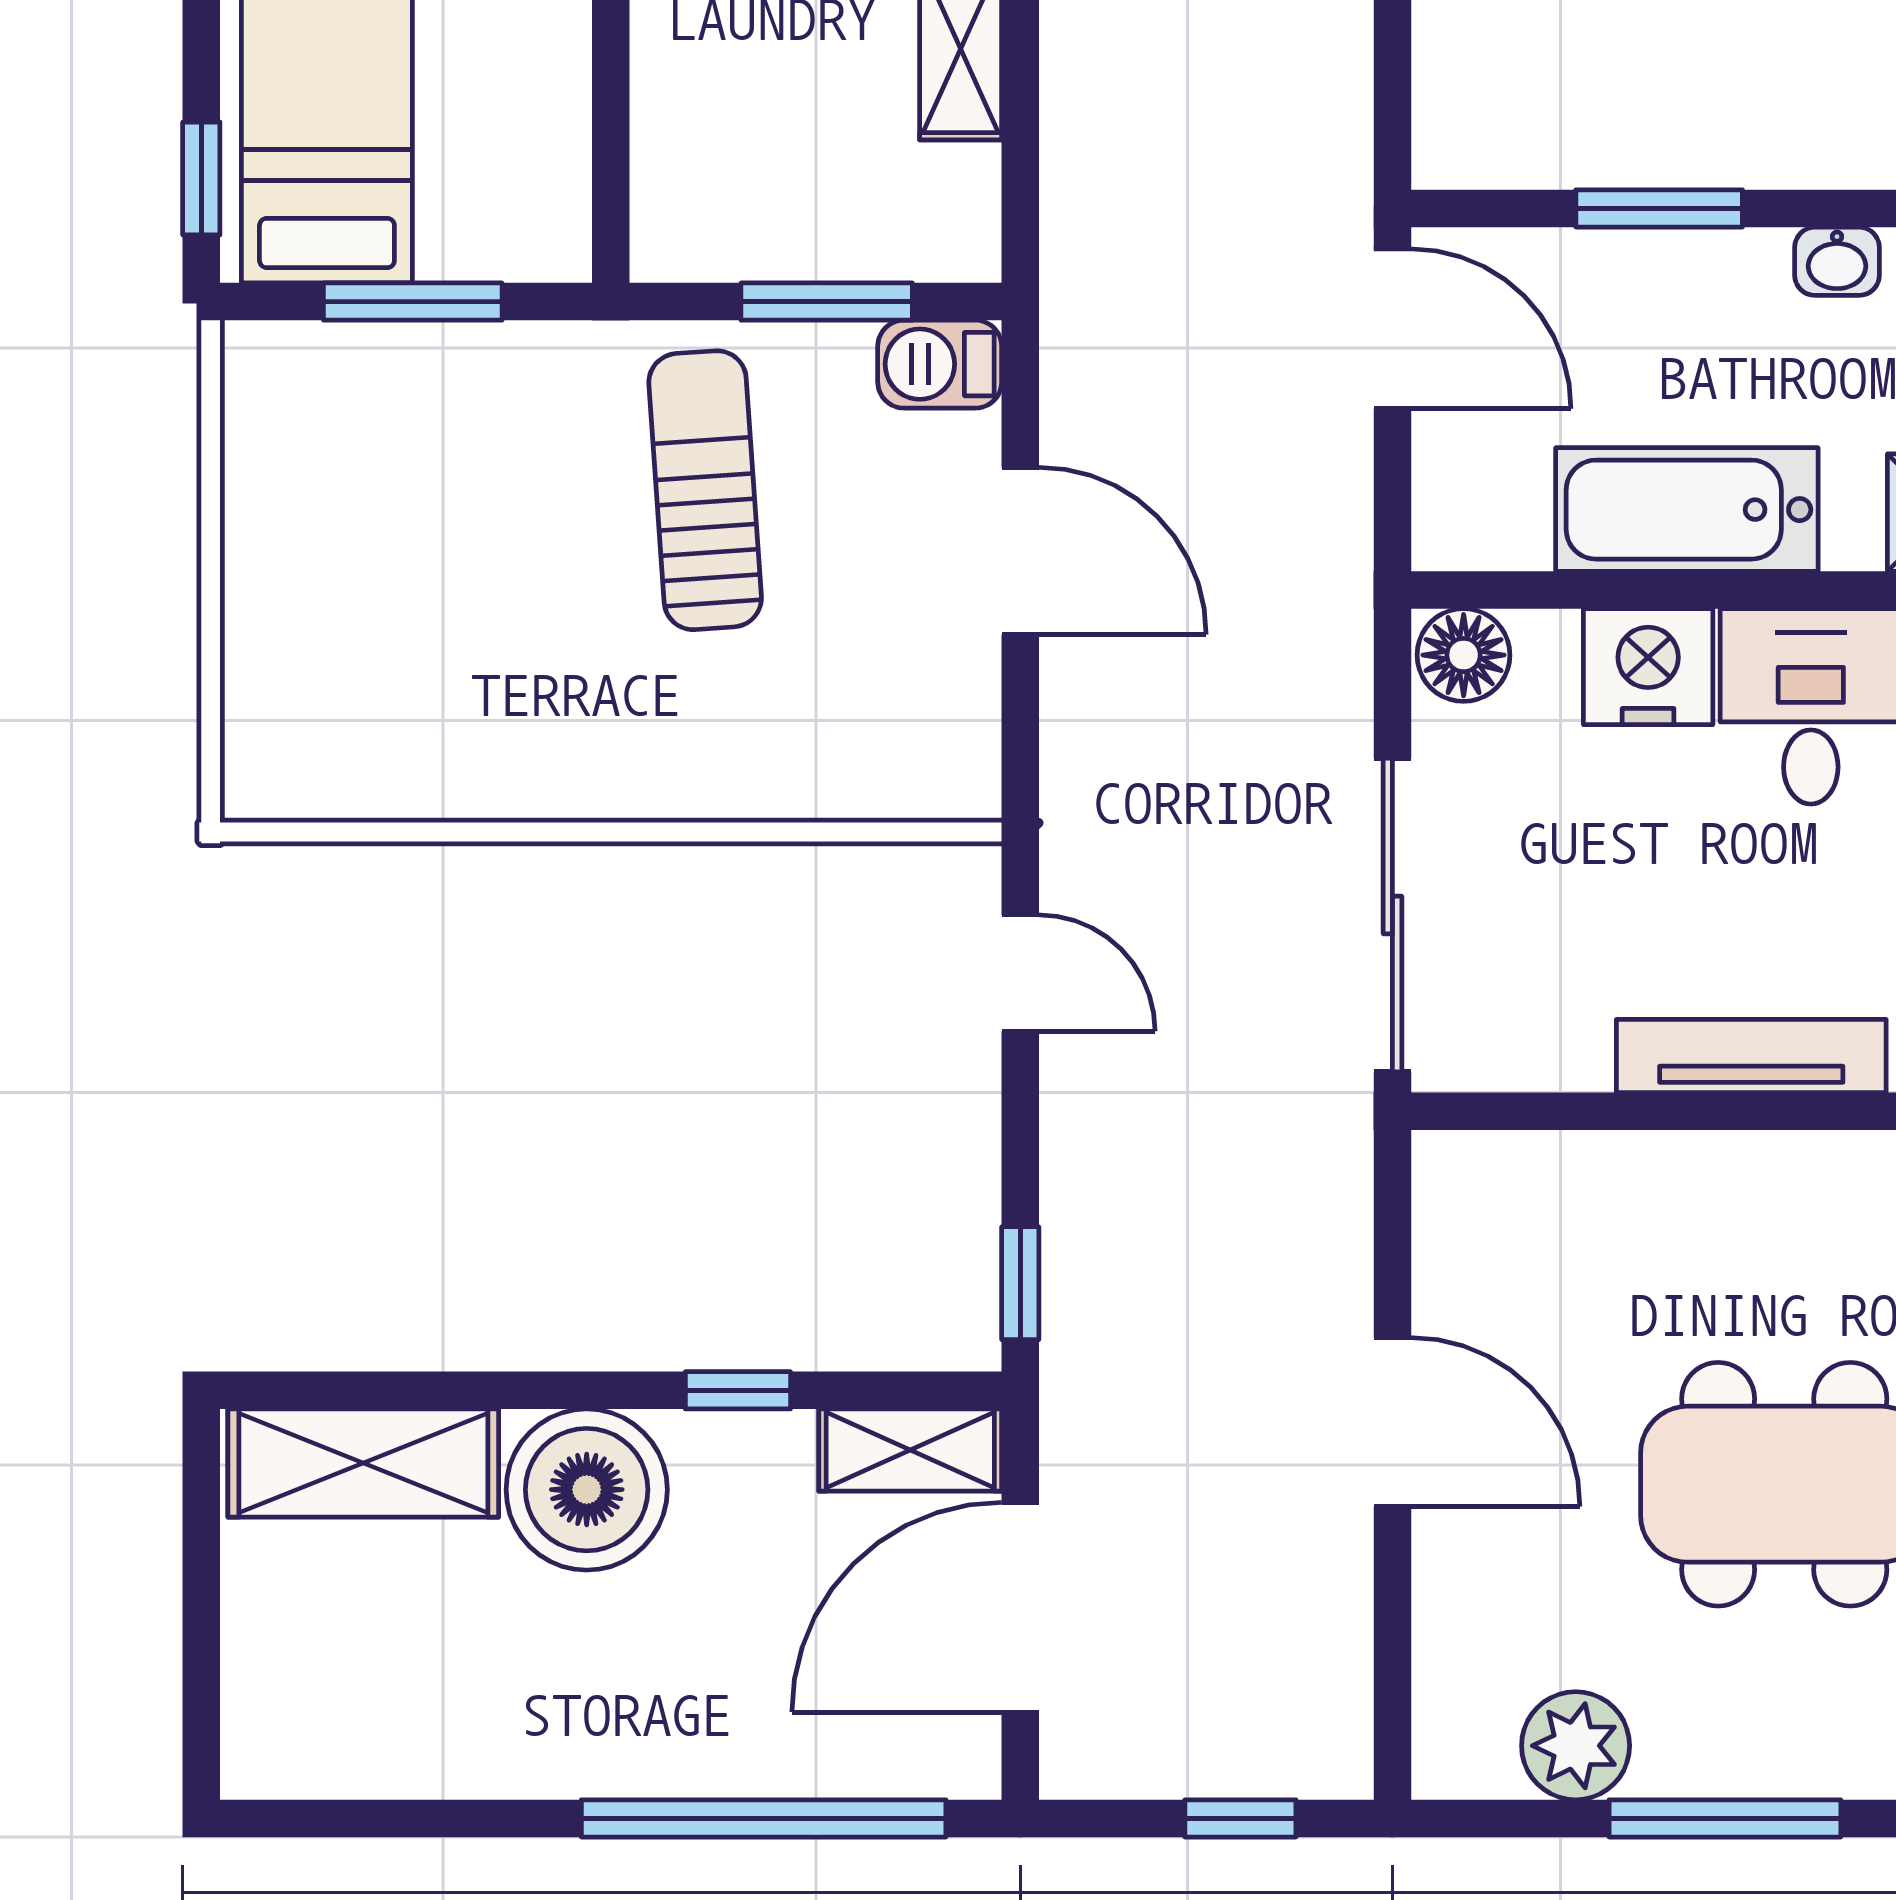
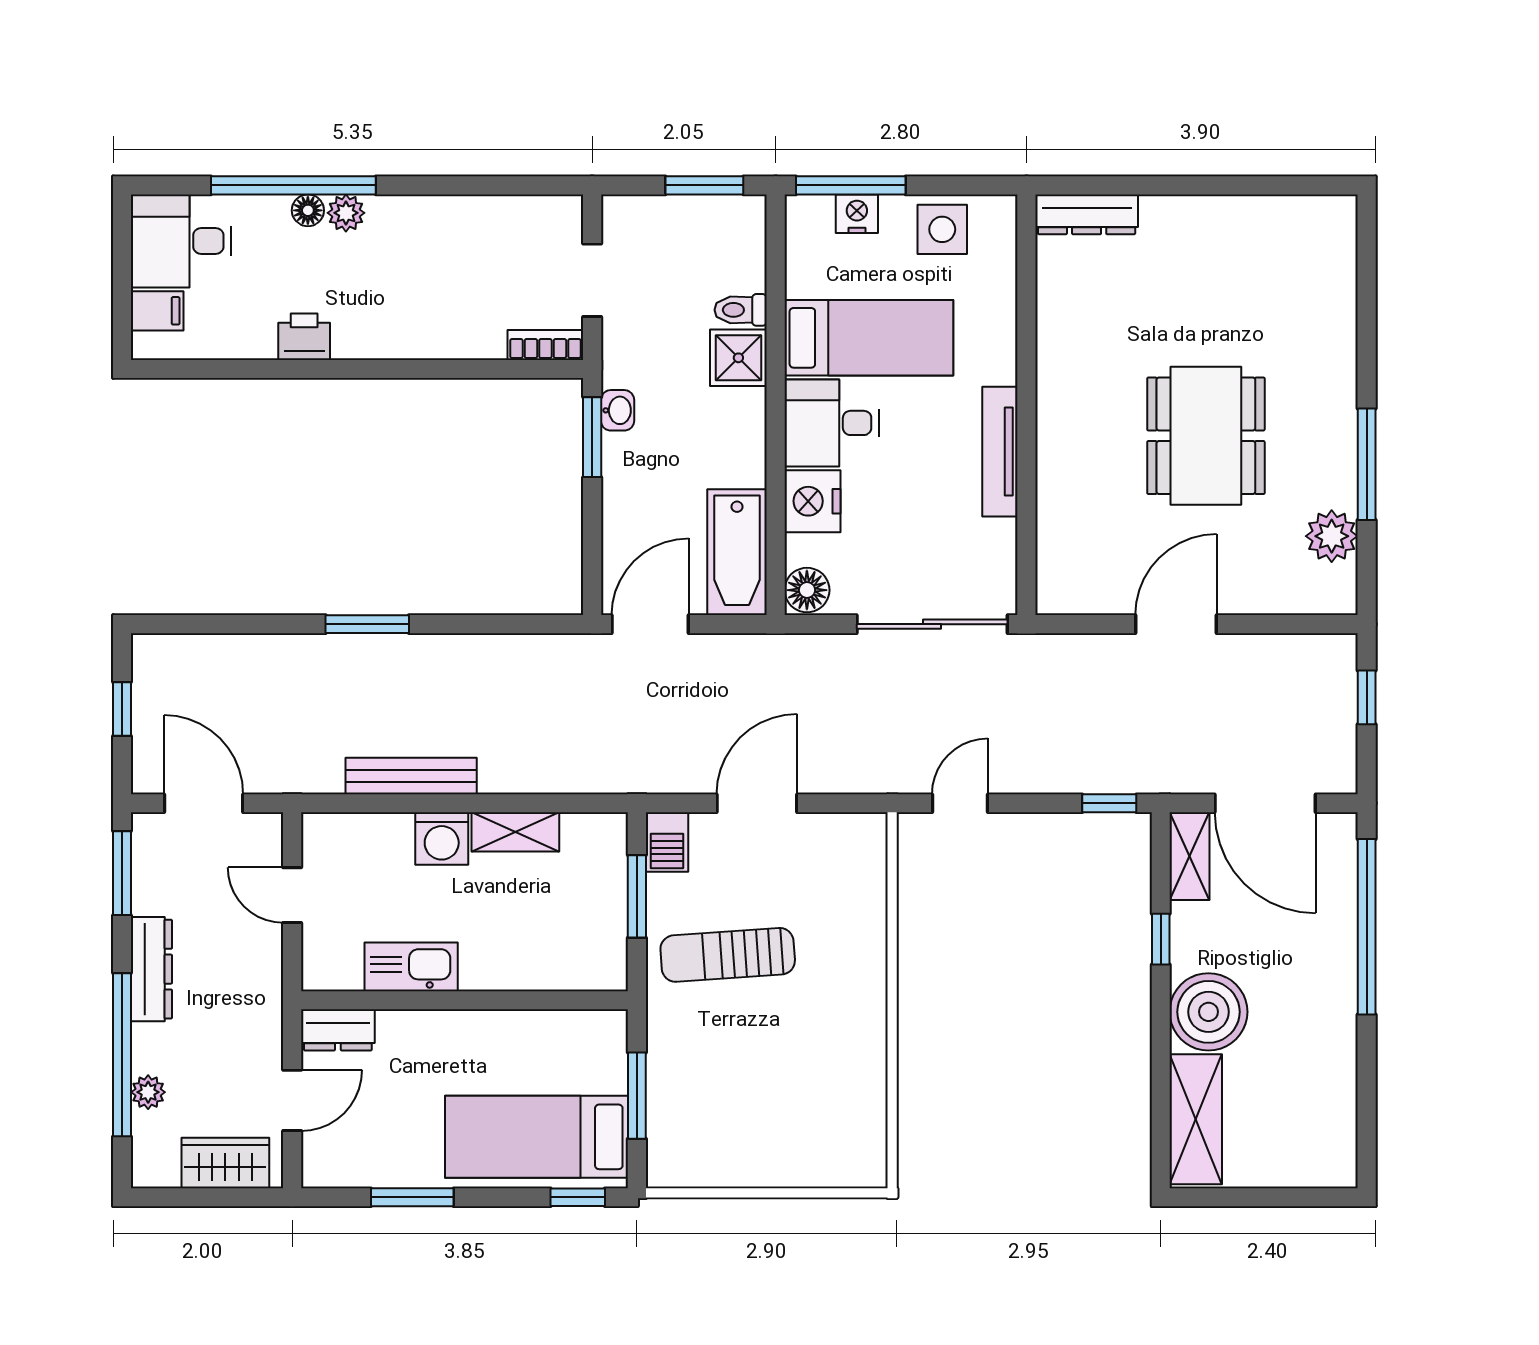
window: (1659, 208) -> (592, 437), moved
bathtub: (1687, 510) -> (737, 552), moved

